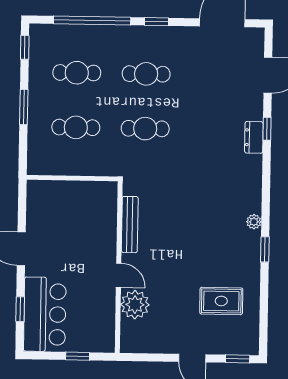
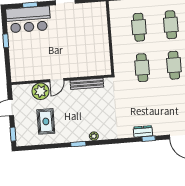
bench: (130, 225) -> (87, 84), moved
wall: (119, 267) -> (61, 80), moved
door: (119, 275) -> (57, 80), moved
plant: (135, 305) -> (40, 91), moved

